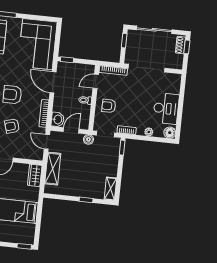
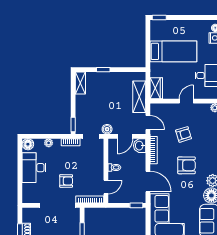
armchair: (109, 106) -> (66, 181), moved

